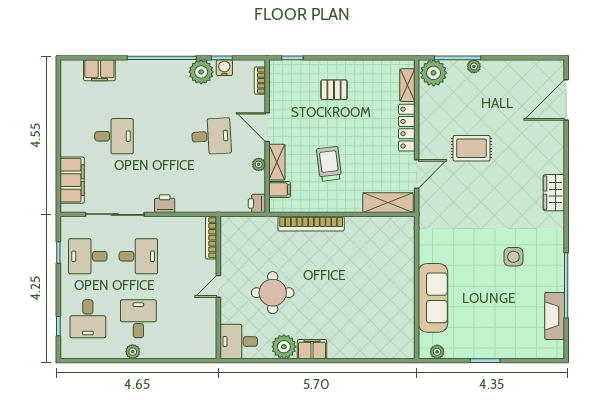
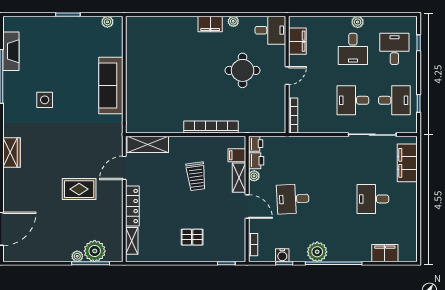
plant: (201, 72) -> (317, 252), moved
plant: (434, 73) -> (95, 251), moved
printer: (165, 204) -> (256, 161), moved, turned -90
sofa: (433, 298) -> (111, 85), moved
filing cabinet: (206, 328) -> (297, 41), added
plant: (284, 347) -> (233, 21), width x0.53, depth x0.53

